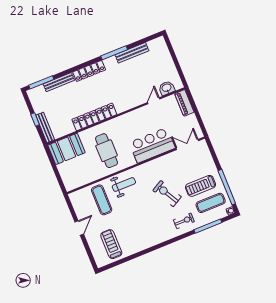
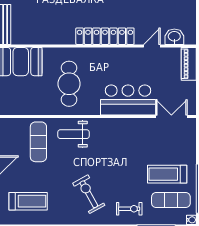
locker: (94, 117) -> (105, 36), moved
weight bench: (124, 185) -> (73, 134), turned 180
exercise bike: (167, 194) -> (89, 194), moved
treadmill: (111, 244) -> (28, 201), turned 90

